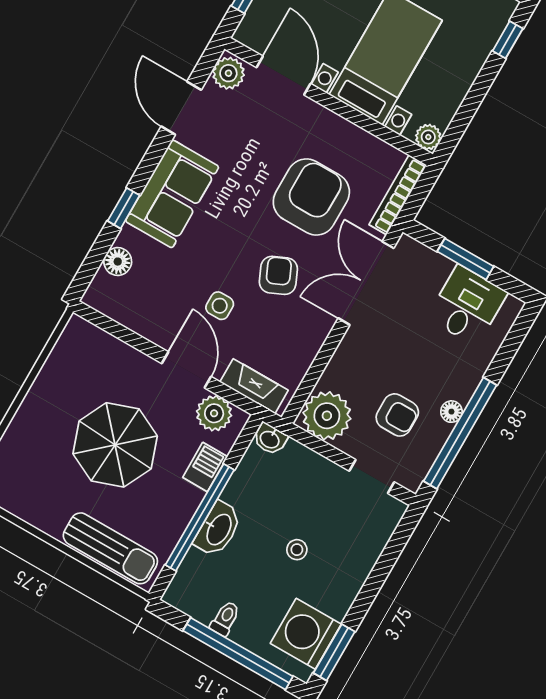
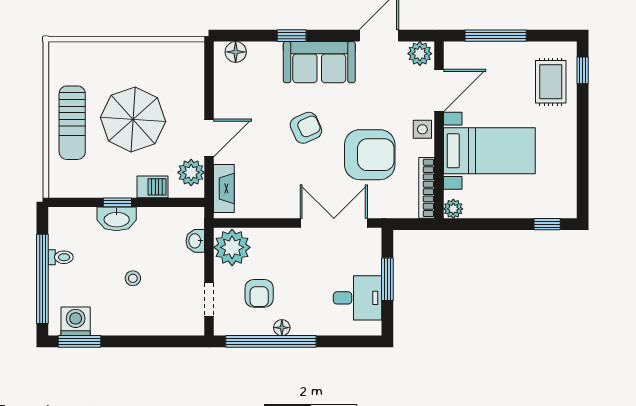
bookcase: (398, 195) -> (427, 188), moved, turned -90
floor lamp: (118, 262) -> (236, 52), moved
armchair: (278, 275) -> (306, 128), moved
side table: (220, 306) -> (422, 129), moved
washbasin: (270, 439) -> (195, 241), moved
window: (200, 517) -> (117, 202), width x0.32
sun lounger: (110, 548) -> (72, 123), moved
washing machine: (306, 634) -> (76, 321), width x0.73, depth x0.73

